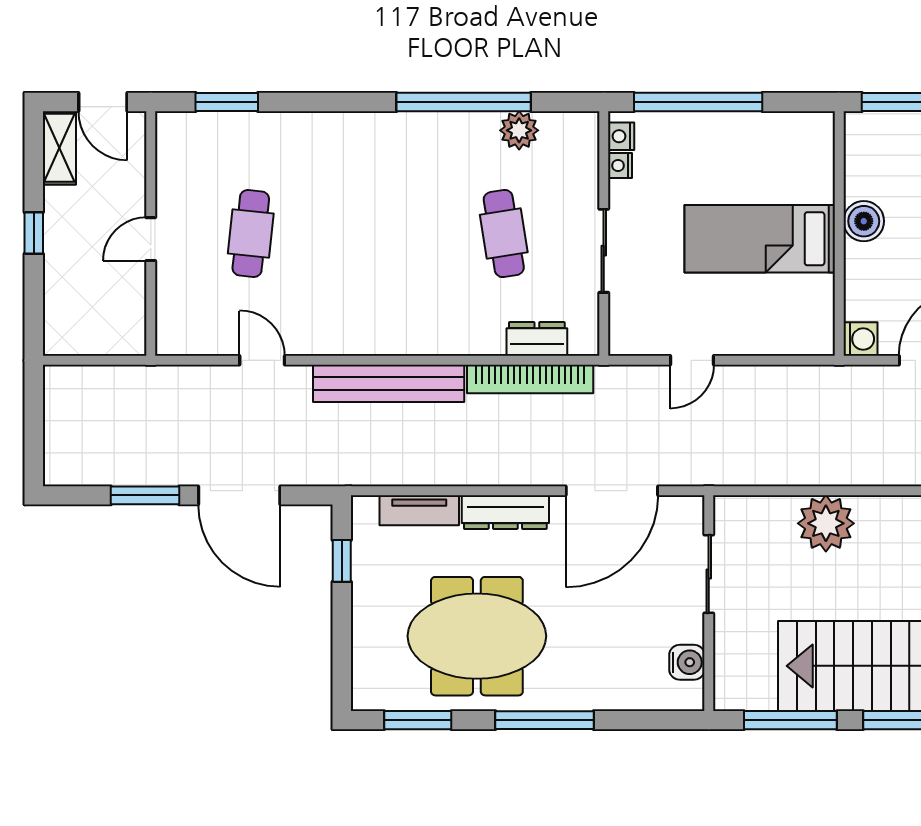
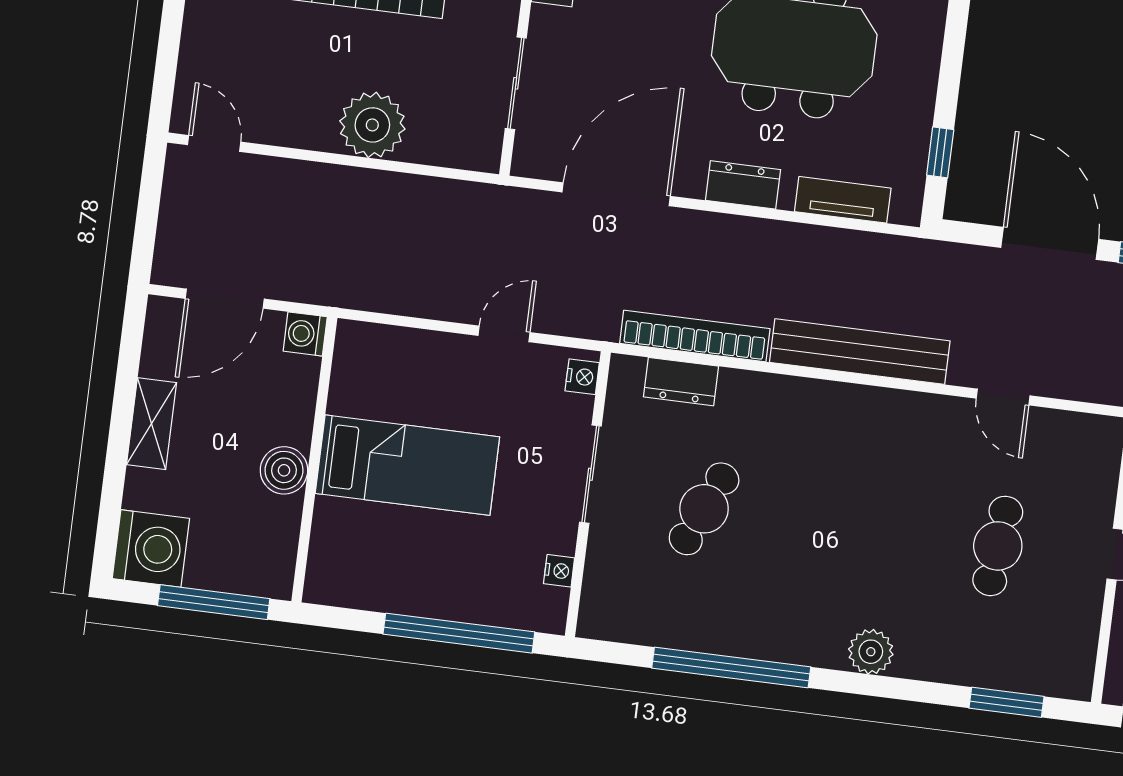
plant: (519, 130) -> (871, 652), moved
nightstand: (621, 136) -> (582, 377), moved
cafe table: (504, 234) -> (704, 509), turned 33
dresser: (505, 512) -> (743, 185), width x0.70

